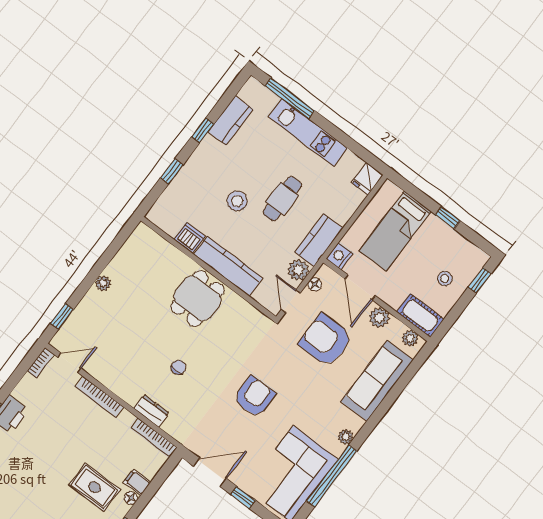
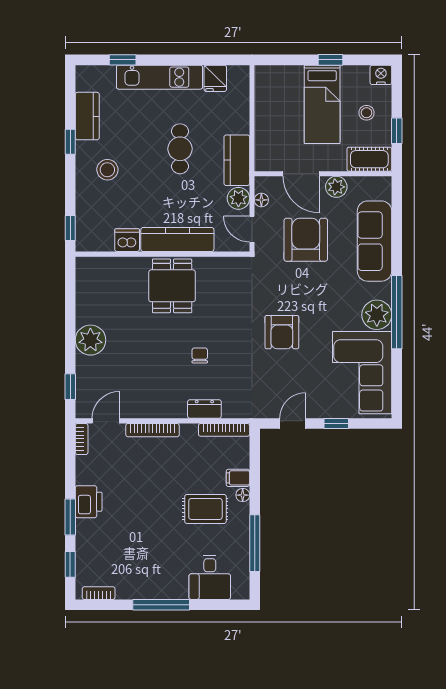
window: (290, 98) -> (123, 60), width x0.46
window: (172, 171) -> (70, 228), moved
fridge: (367, 179) -> (215, 78), moved
stool: (237, 201) -> (107, 170), moved
bed: (395, 231) -> (322, 104), moved
nightstand: (340, 256) -> (381, 75), moved, turned 90
window: (480, 280) -> (397, 131), moved
plant: (103, 283) -> (90, 340), width x1.88, depth x1.88
plant: (410, 338) -> (375, 185), removed
armchair: (326, 340) -> (306, 240), turned 90
armchair: (254, 397) -> (282, 332), turned 180
plant: (346, 437) -> (377, 315), width x1.87, depth x1.87
door: (210, 472) -> (293, 424), width x0.73
window: (332, 476) -> (397, 312), moved

